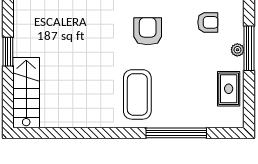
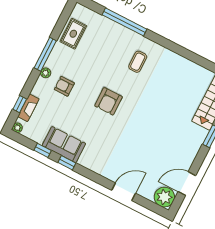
plant: (237, 50) -> (46, 73), moved
coffee table: (137, 94) -> (138, 62), width x0.54, depth x0.58

